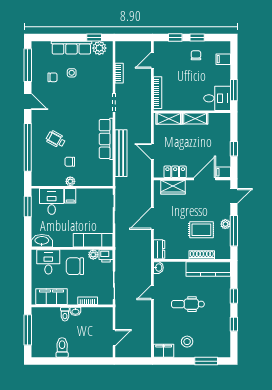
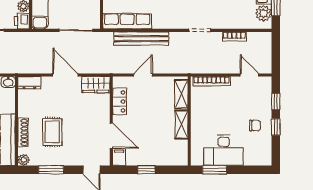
filing cabinet: (223, 59) -> (250, 157), removed
desk: (217, 98) -> (224, 150), moved, width x1.37
row of seats: (106, 139) -> (127, 21), moved
wardrobe: (173, 187) -> (96, 85), moved, turned -90
plant: (225, 224) -> (24, 160), moved
window: (234, 231) -> (51, 170), width x0.69

